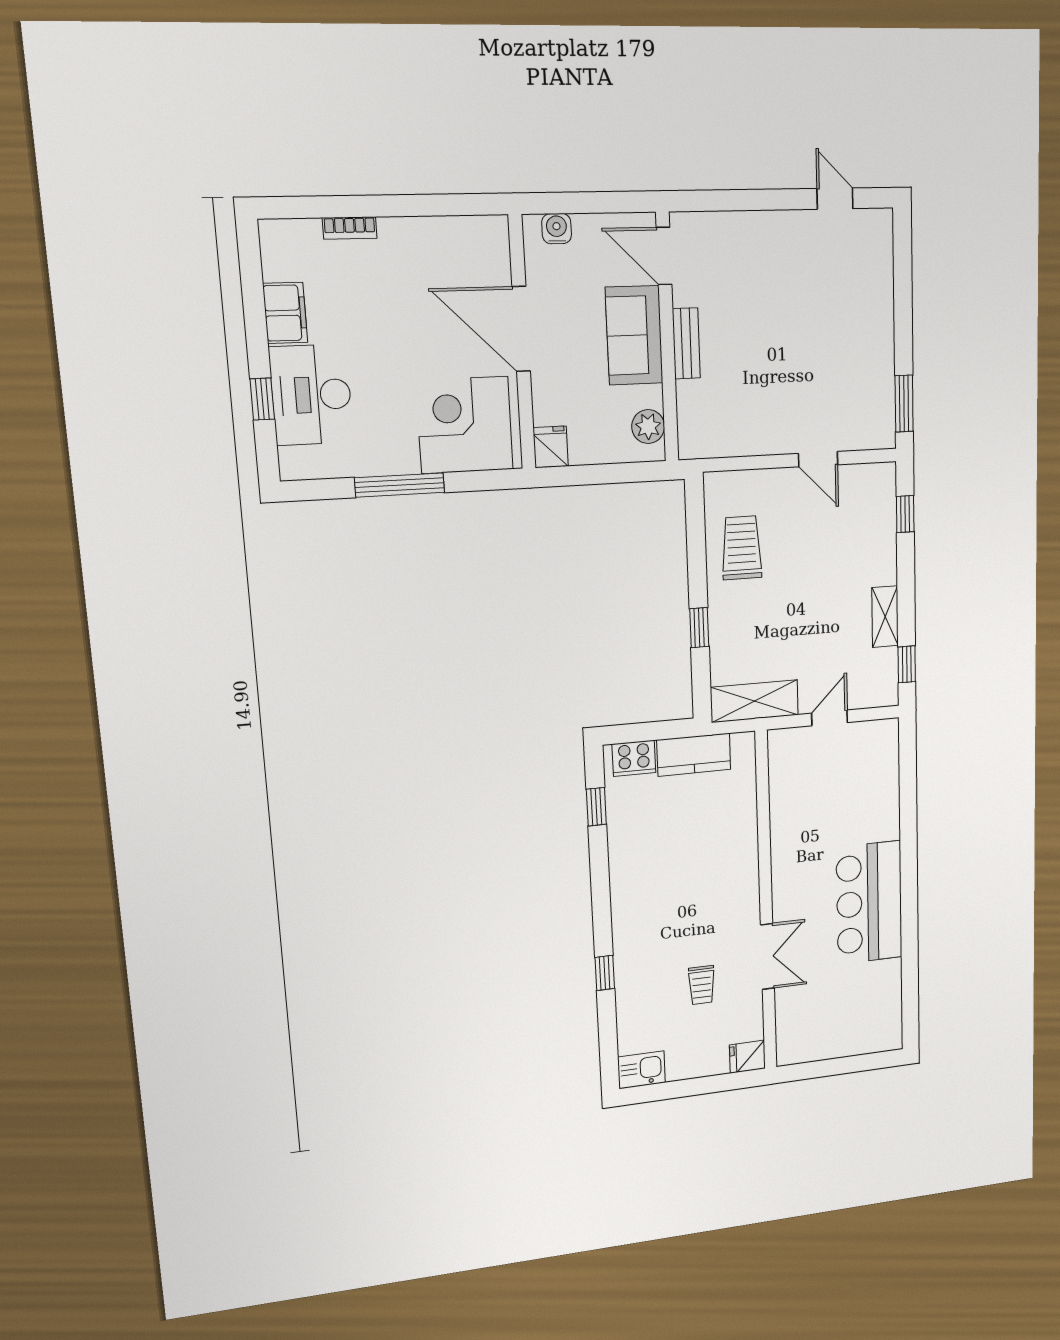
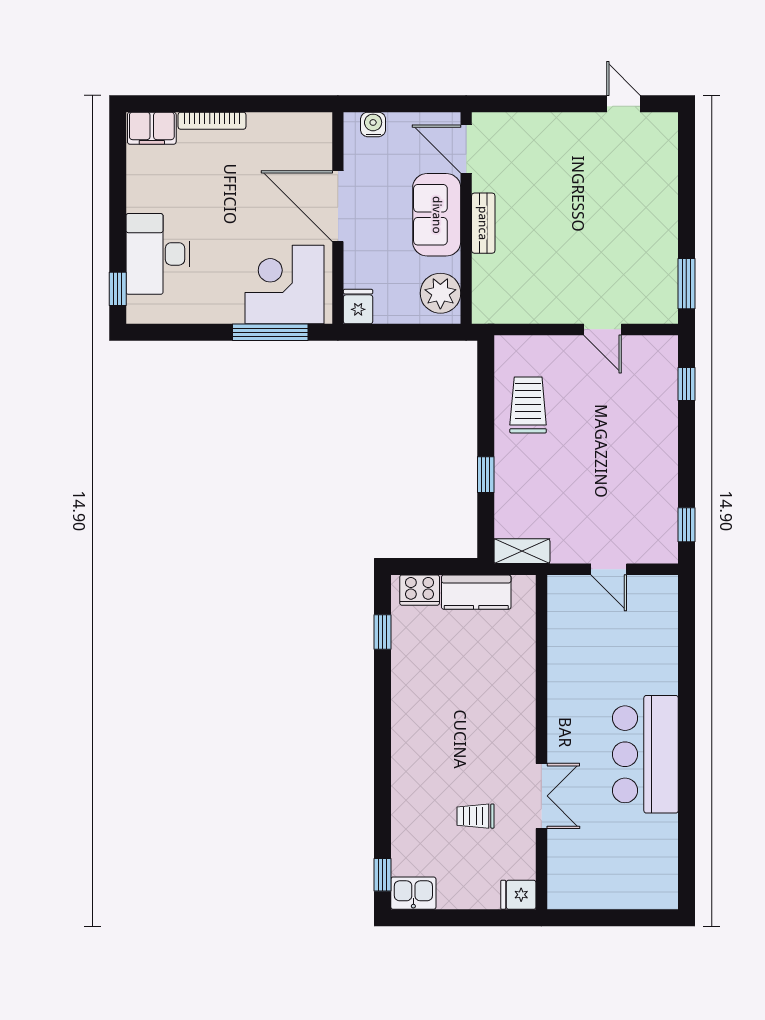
bookcase: (350, 228) -> (212, 121), width x1.56
filing cabinet: (285, 313) -> (152, 128), moved, turned 90
window: (262, 399) -> (118, 289), moved
plant: (648, 427) -> (440, 293), width x1.36, depth x1.36
window: (400, 485) -> (270, 332), moved
shelving: (885, 617) -> (665, 478), removed
shelving: (754, 701) -> (522, 551), width x0.67, depth x0.75
door: (829, 718) -> (609, 569), swing flipped
window: (605, 973) -> (383, 875), moved
trolley: (702, 985) -> (475, 816), turned 90

